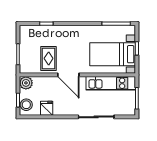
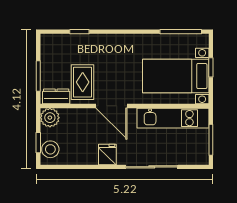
dresser: (30, 68) -> (56, 96), added
fridge: (47, 108) -> (107, 154), moved

